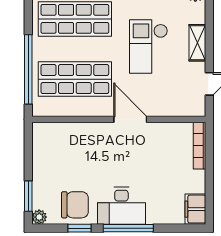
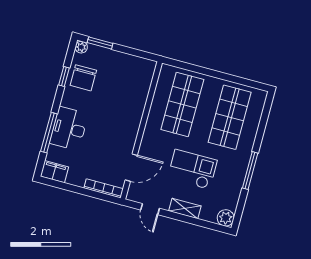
window: (28, 69) -> (200, 70), removed
door: (130, 119) -> (131, 168), moved
desk: (121, 206) -> (69, 129), moved
window: (128, 228) -> (49, 133), moved

